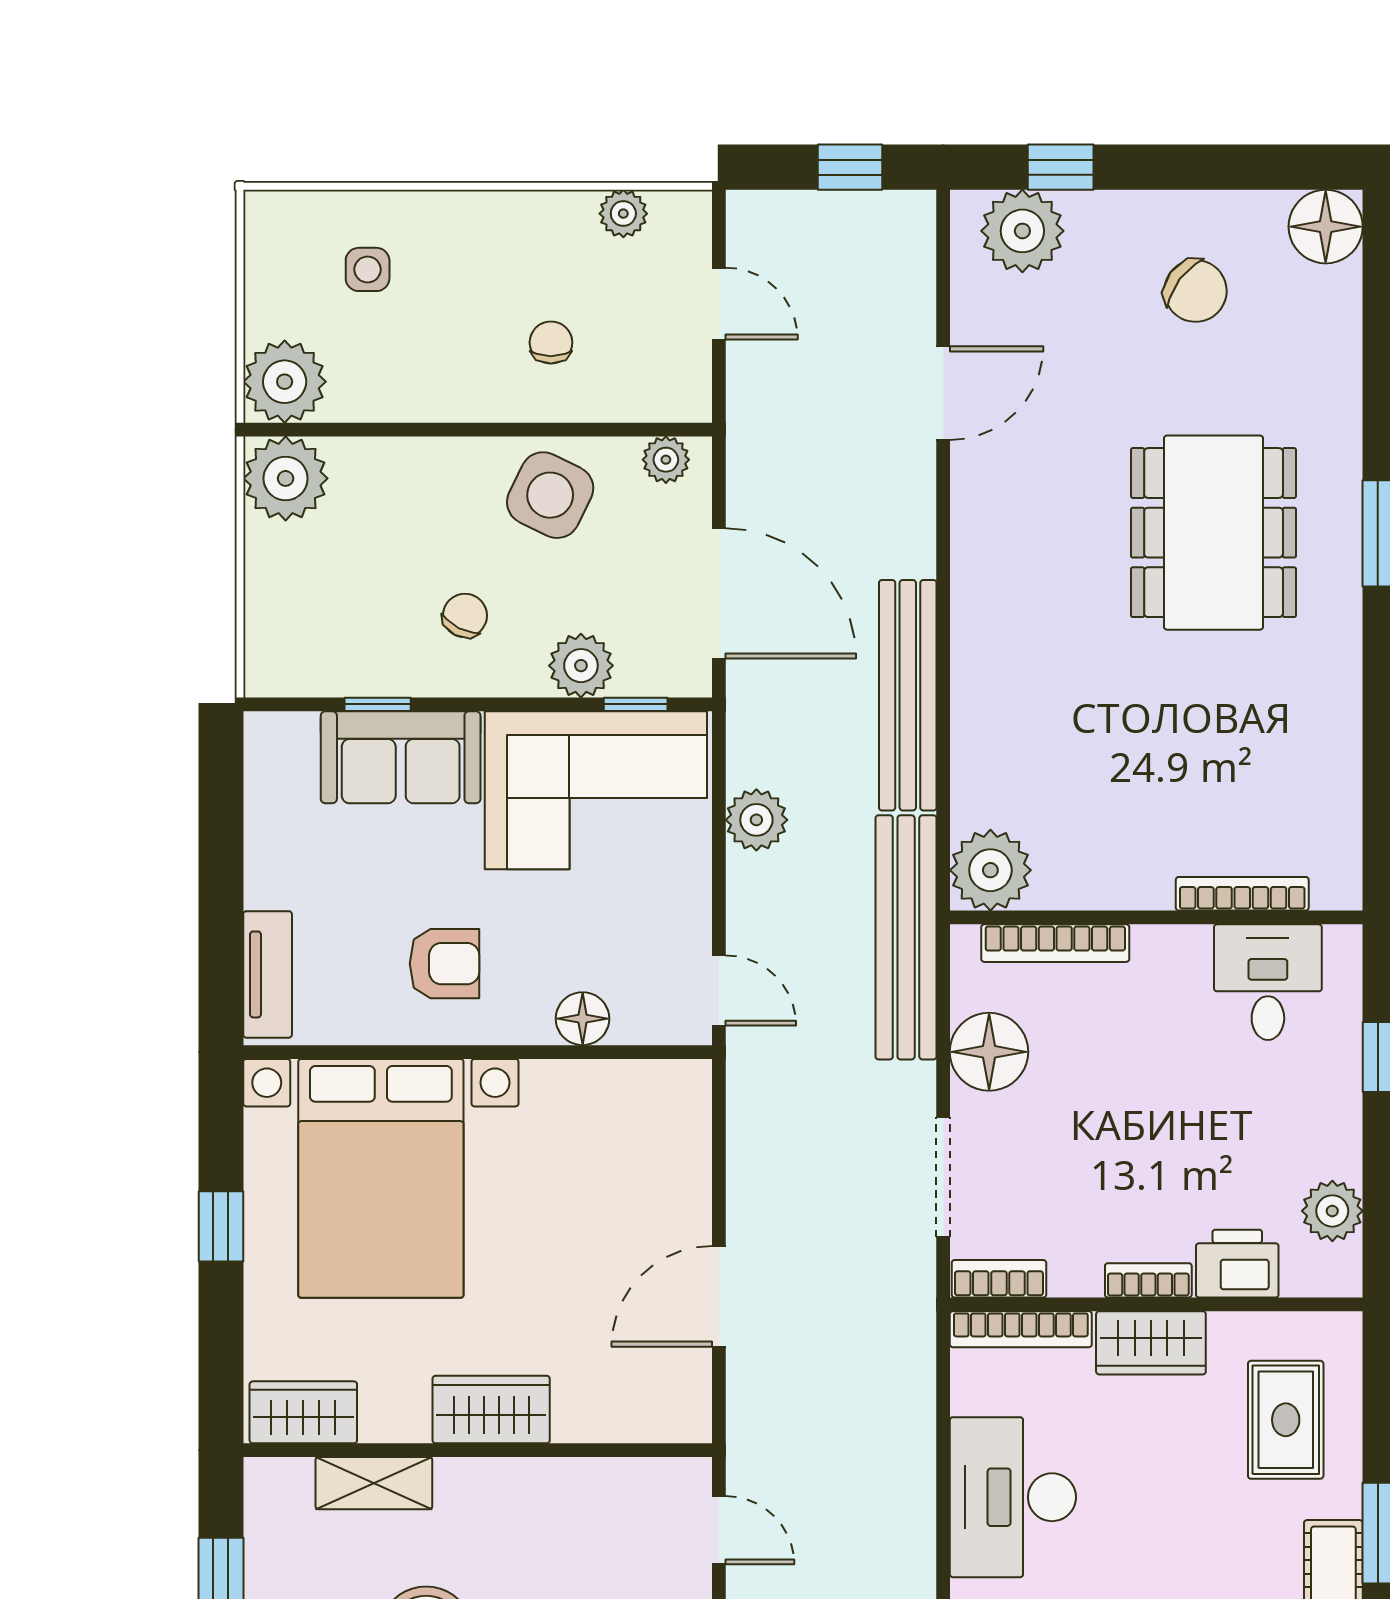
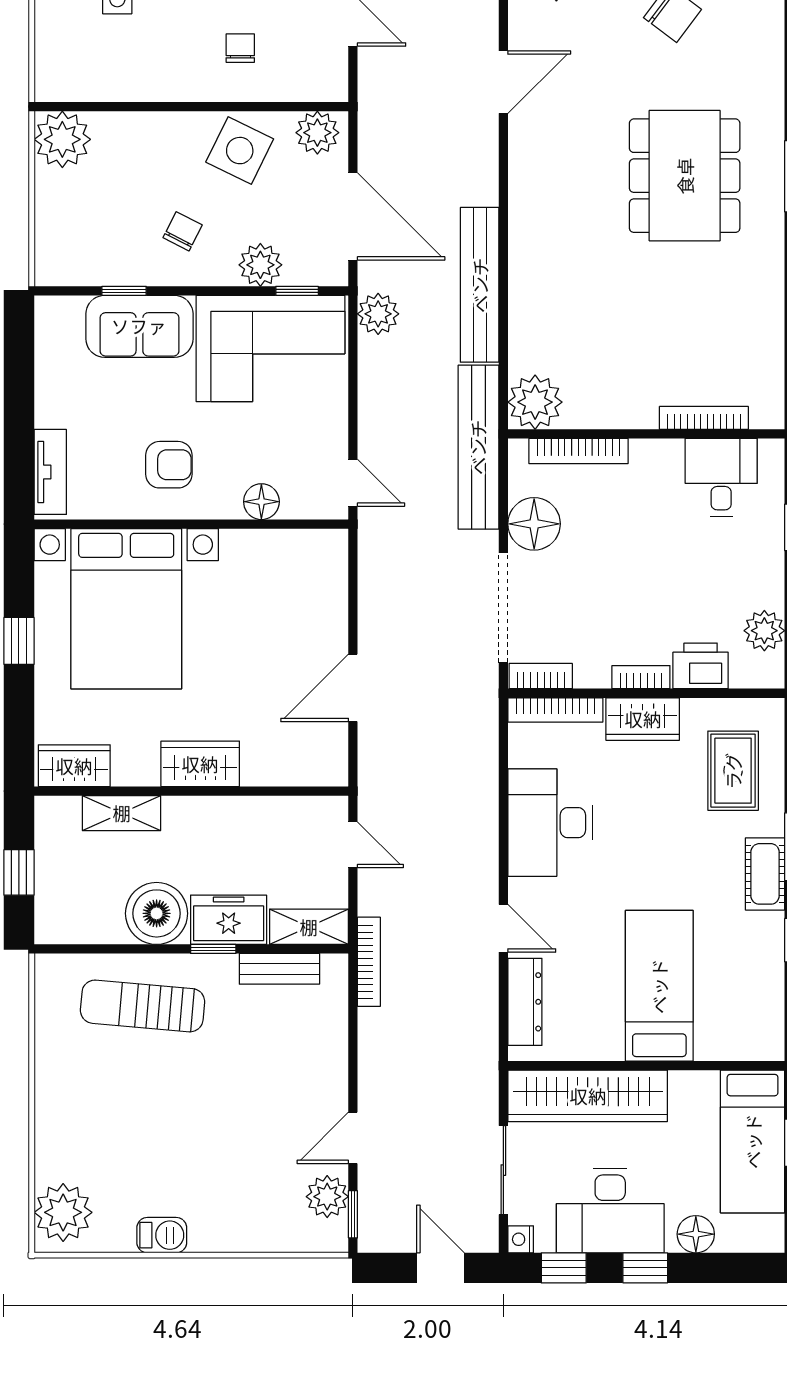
plant: (285, 382) -> (62, 74), removed
plant: (666, 460) -> (317, 133), width x1.38, depth x1.38
plant: (756, 820) -> (378, 314), moved
doorway: (943, 1177) -> (503, 608), width x1.36

